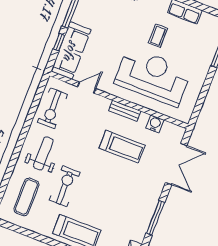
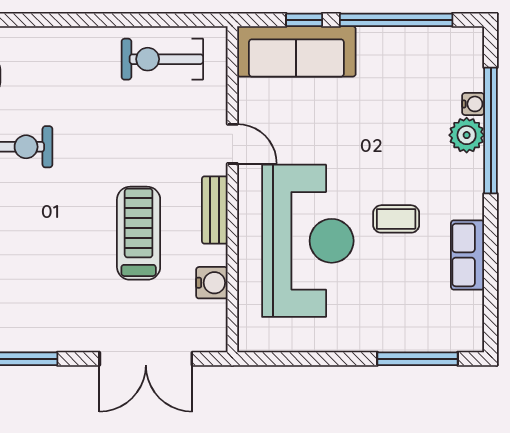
door: (87, 88) -> (232, 144), moved
treadmill: (122, 147) -> (139, 233), turned 180
weight bench: (43, 153) -> (62, 76), removed

